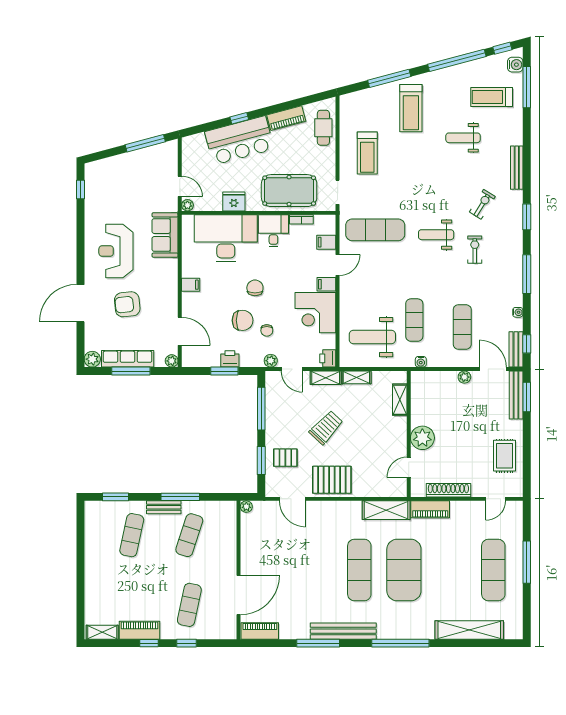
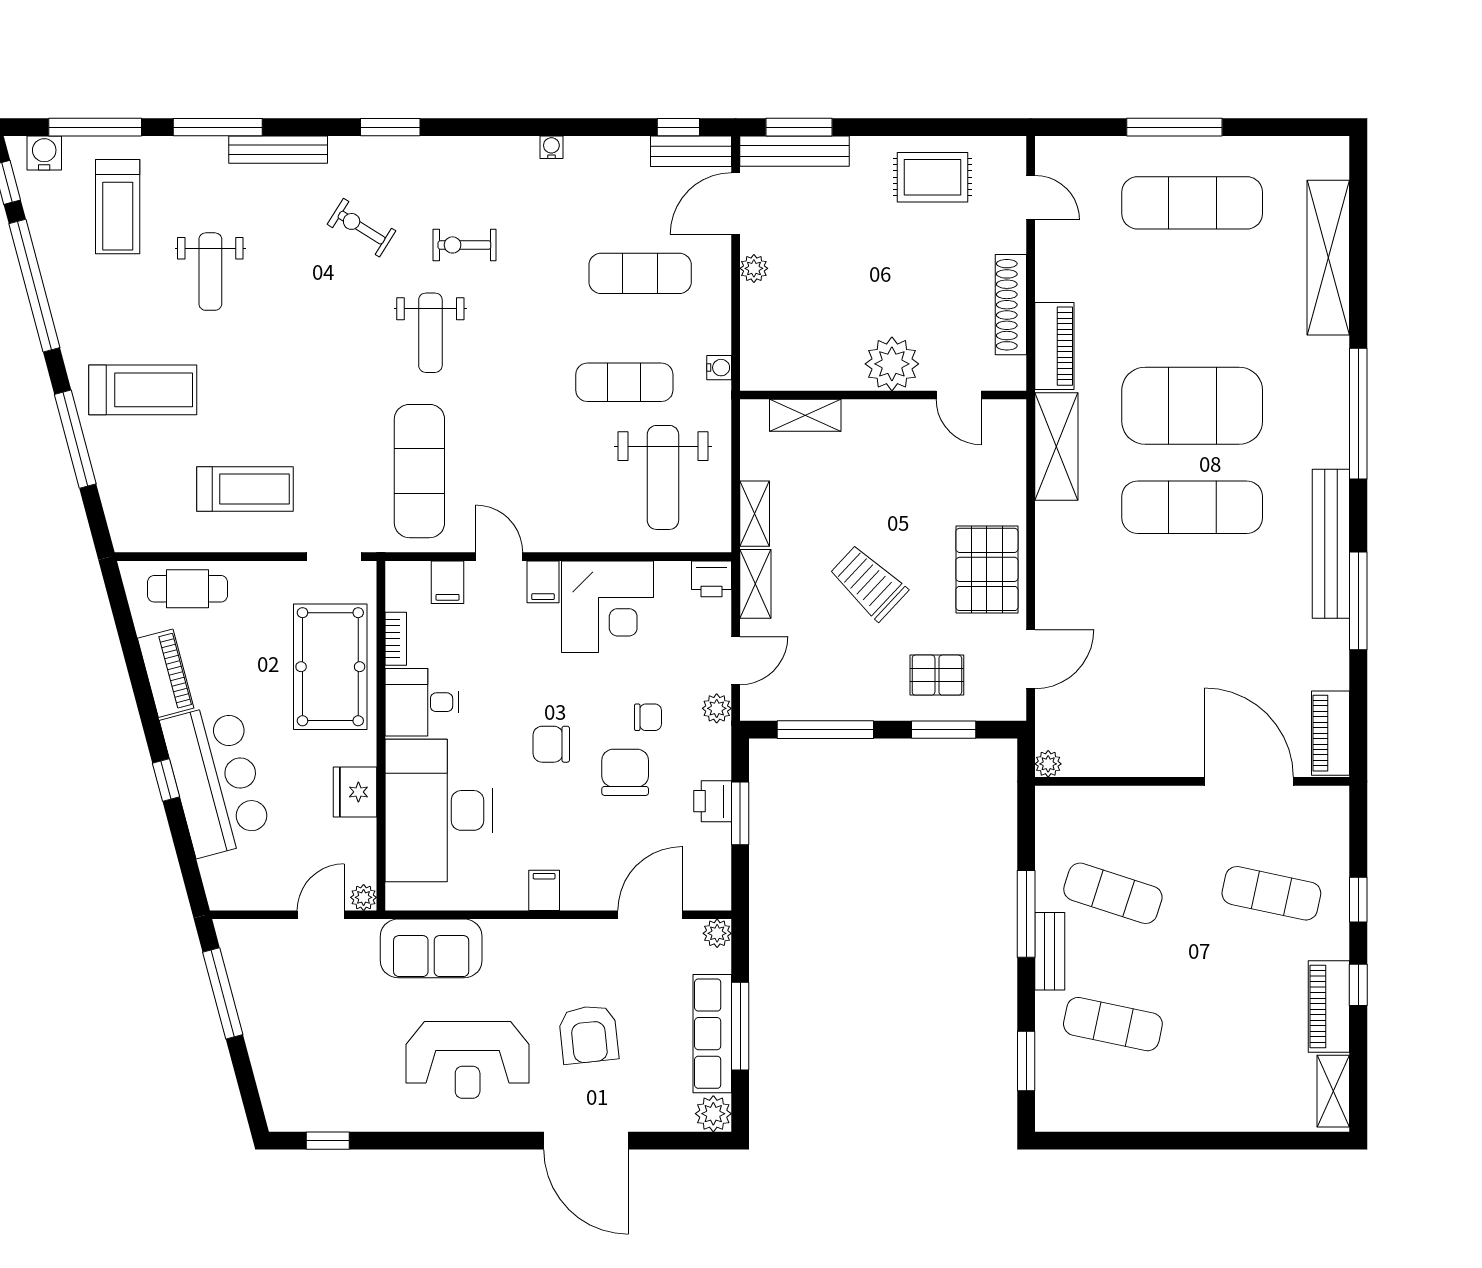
window: (527, 274) -> (218, 127), moved
water cooler: (518, 312) -> (551, 147), moved
pallet: (285, 458) -> (937, 675), turned 90

